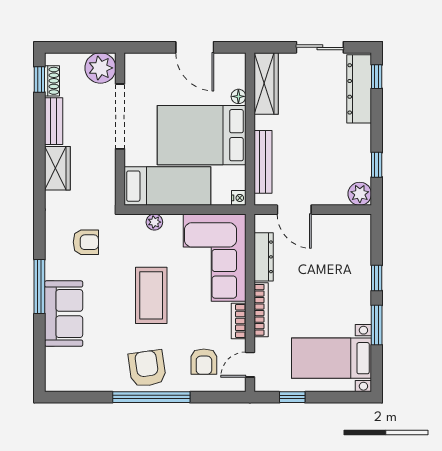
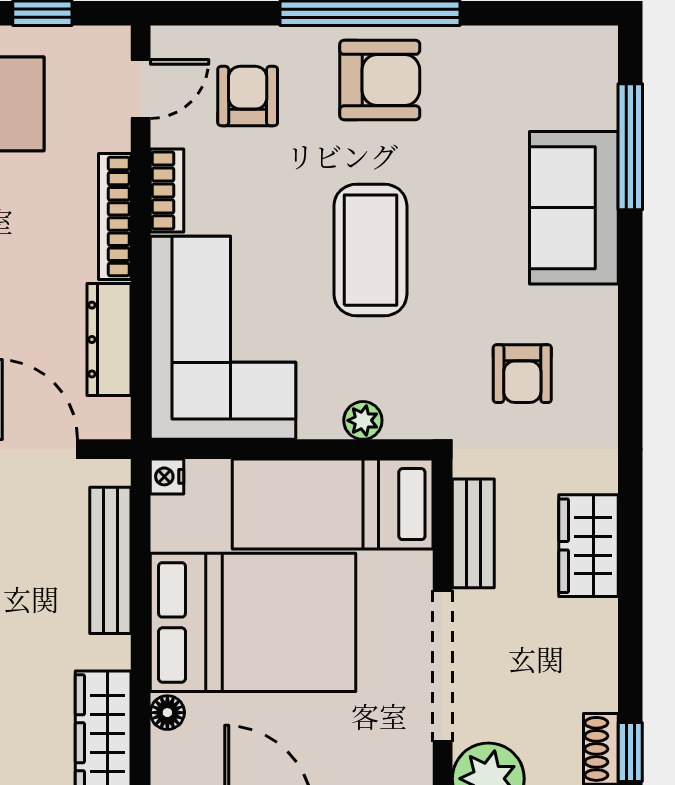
bench: (54, 121) -> (473, 533), moved
armchair: (86, 242) -> (522, 374), turned -90
window: (39, 287) -> (630, 147), moved
armchair: (147, 368) -> (380, 80), turned -82

